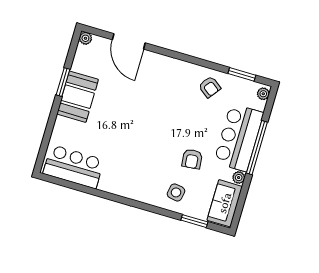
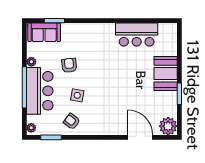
plant: (85, 38) -> (168, 126), width x1.88, depth x1.88
booth: (78, 97) -> (166, 74), moved
bar counter: (74, 167) -> (137, 35), moved
side table: (176, 192) -> (77, 95), moved
sofa: (225, 203) -> (44, 32), moved, turned 90

